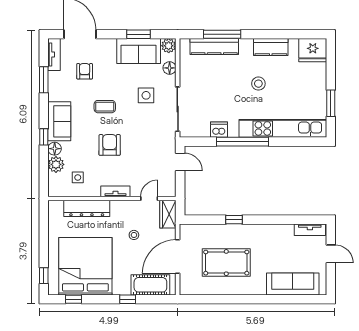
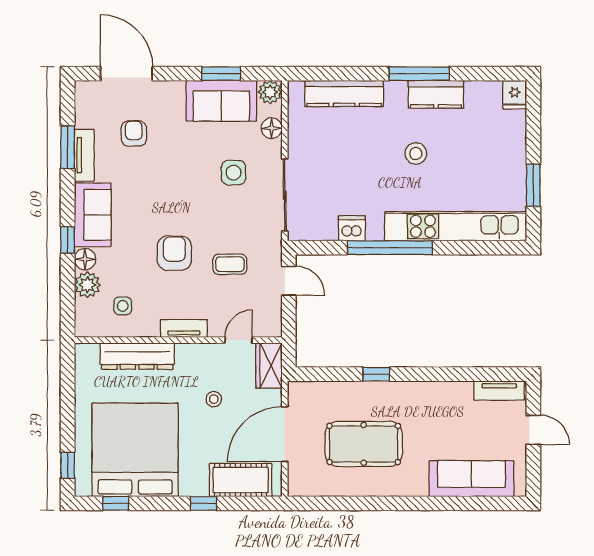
window: (222, 34) -> (419, 74), moved
fridge: (313, 50) -> (515, 95), width x0.53, depth x0.75
tv unit: (54, 55) -> (84, 155), moved
coffee table: (105, 107) -> (230, 264), moved

